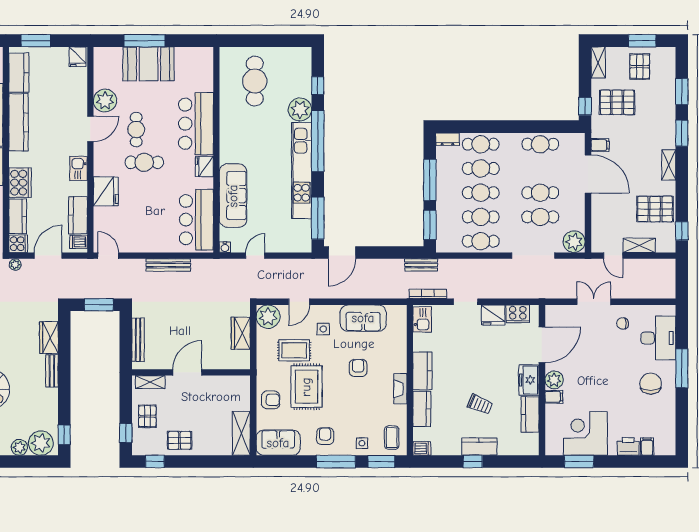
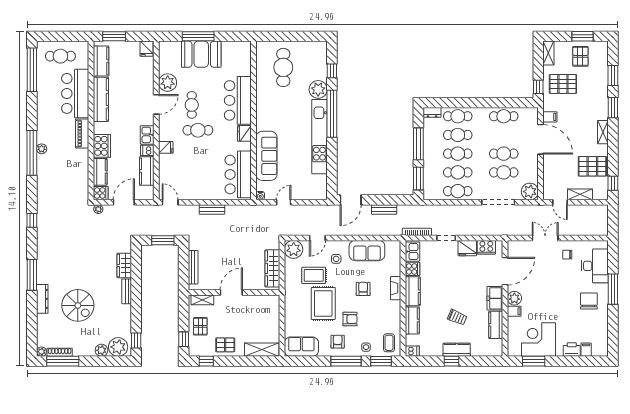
fridge: (106, 191) -> (166, 147), width x0.53, depth x0.75
window: (318, 218) -> (332, 173), removed
dishwasher: (79, 242) -> (147, 150), moved
bench: (168, 265) -> (212, 209), width x0.73
bench: (421, 265) -> (384, 209), moved
wardrobe: (241, 333) -> (272, 268), width x1.50
cooker: (422, 342) -> (412, 269), added
fireplace: (400, 389) -> (396, 288), moved
armchair: (271, 400) -> (350, 319), moved
shelving: (241, 433) -> (262, 350), moved, turned 90

